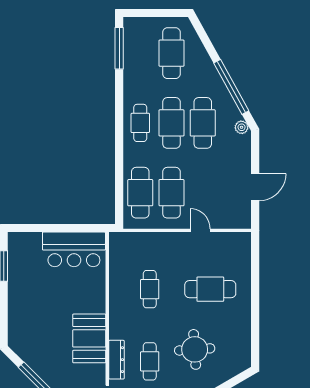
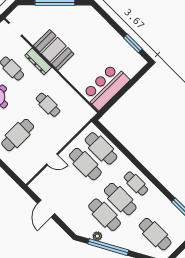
plant: (242, 127) -> (97, 236), moved
dresser: (116, 360) -> (38, 61), moved

